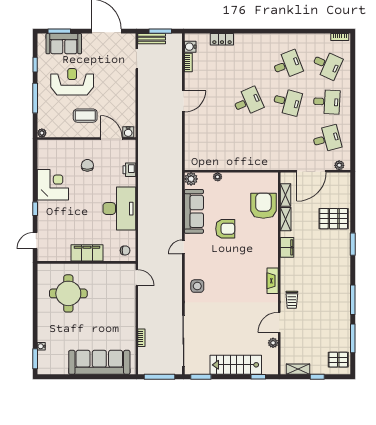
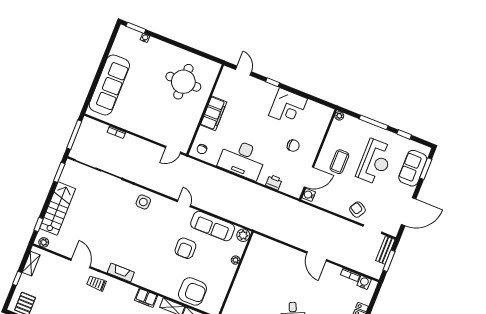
armchair: (124, 80) -> (357, 210), added
plant: (273, 343) -> (44, 242), moved

